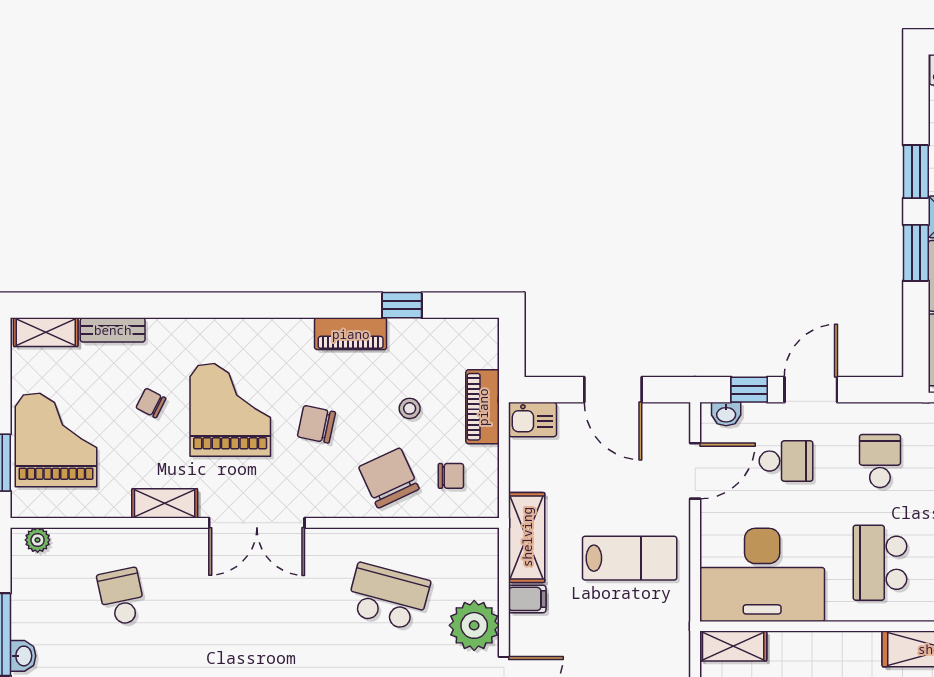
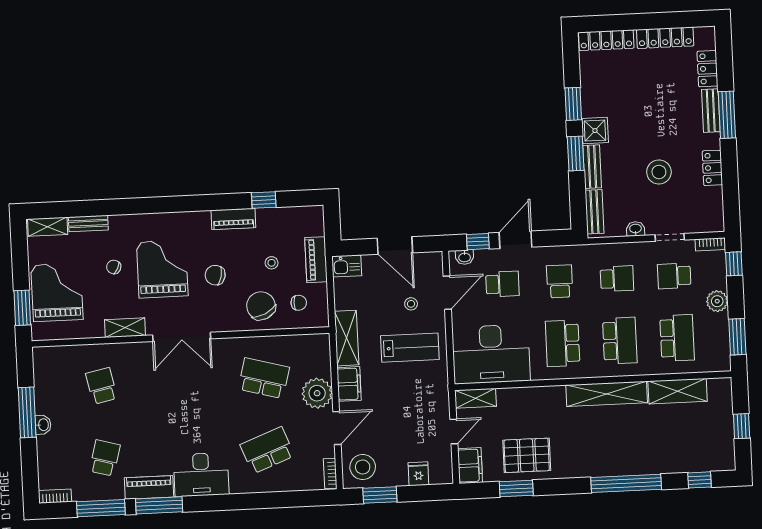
stool: (635, 486) -> (411, 304), added
plant: (38, 540) -> (49, 354), removed
filing cabinet: (527, 599) -> (349, 384), width x2.00

